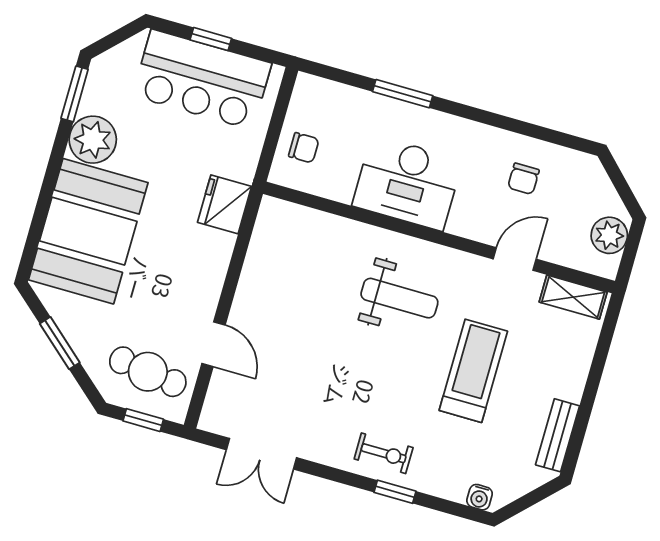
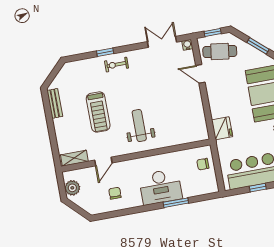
desk: (407, 183) -> (160, 187), moved, turned 180
weight bench: (399, 298) -> (139, 126), turned 90
water cooler: (480, 497) -> (187, 45), moved

